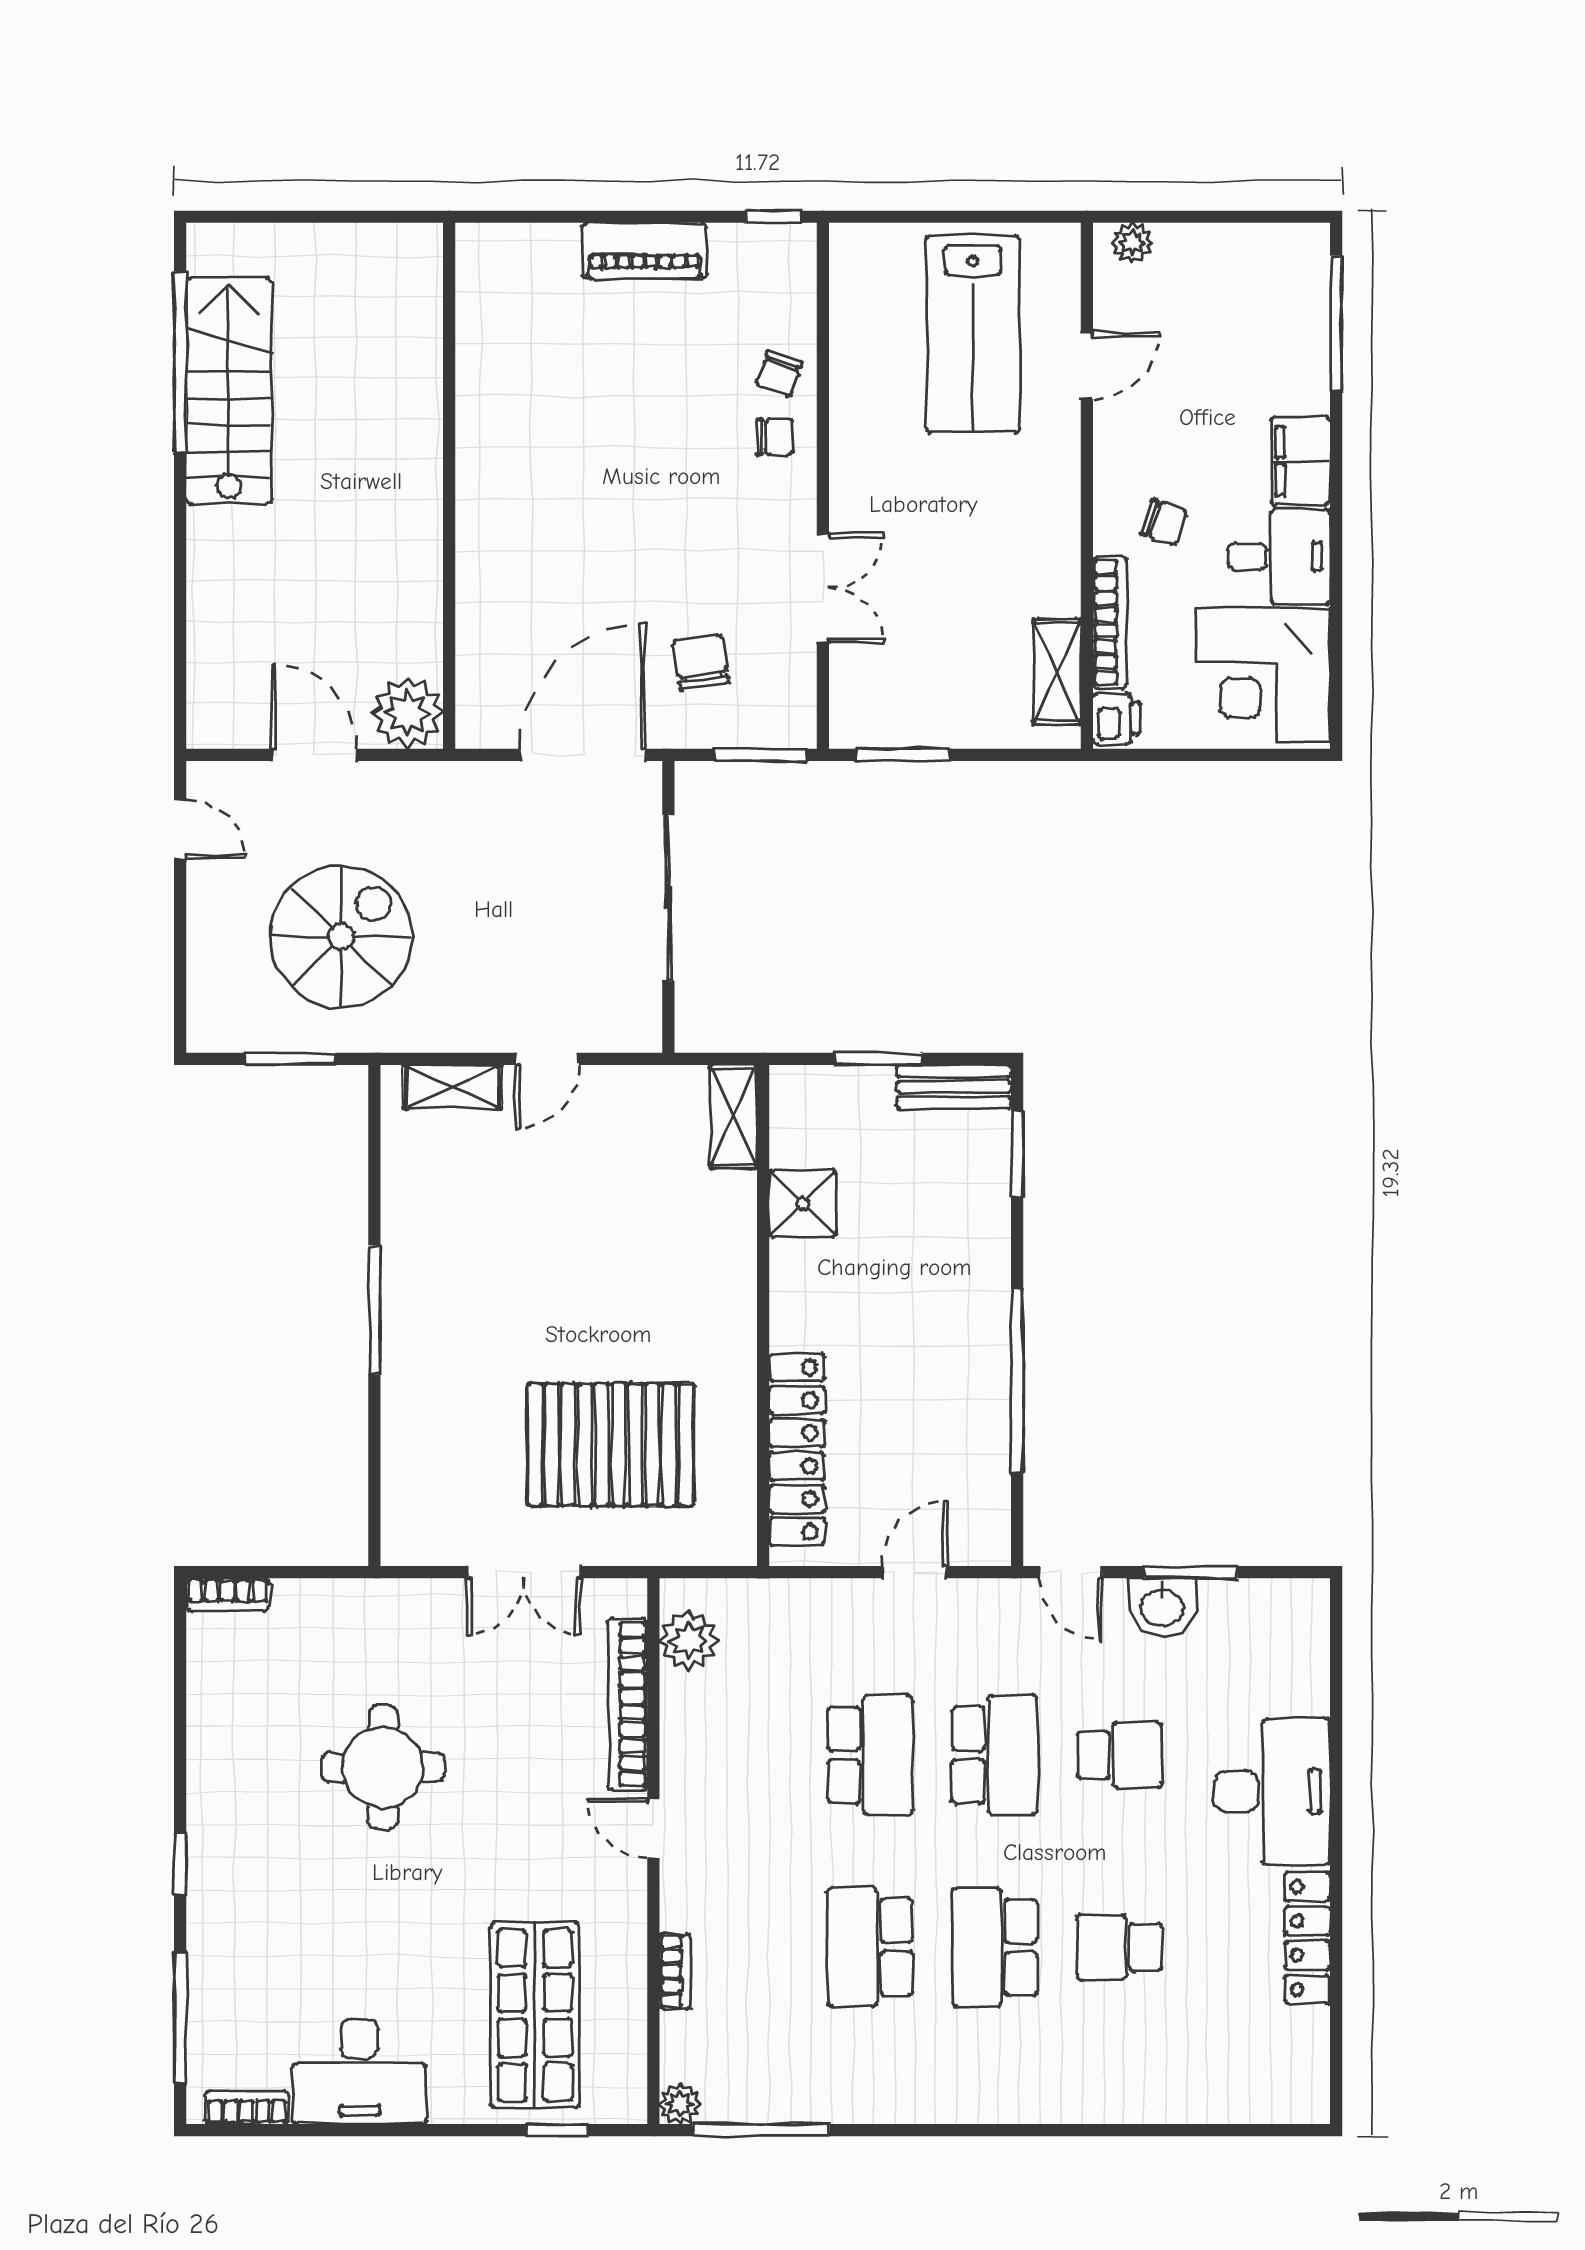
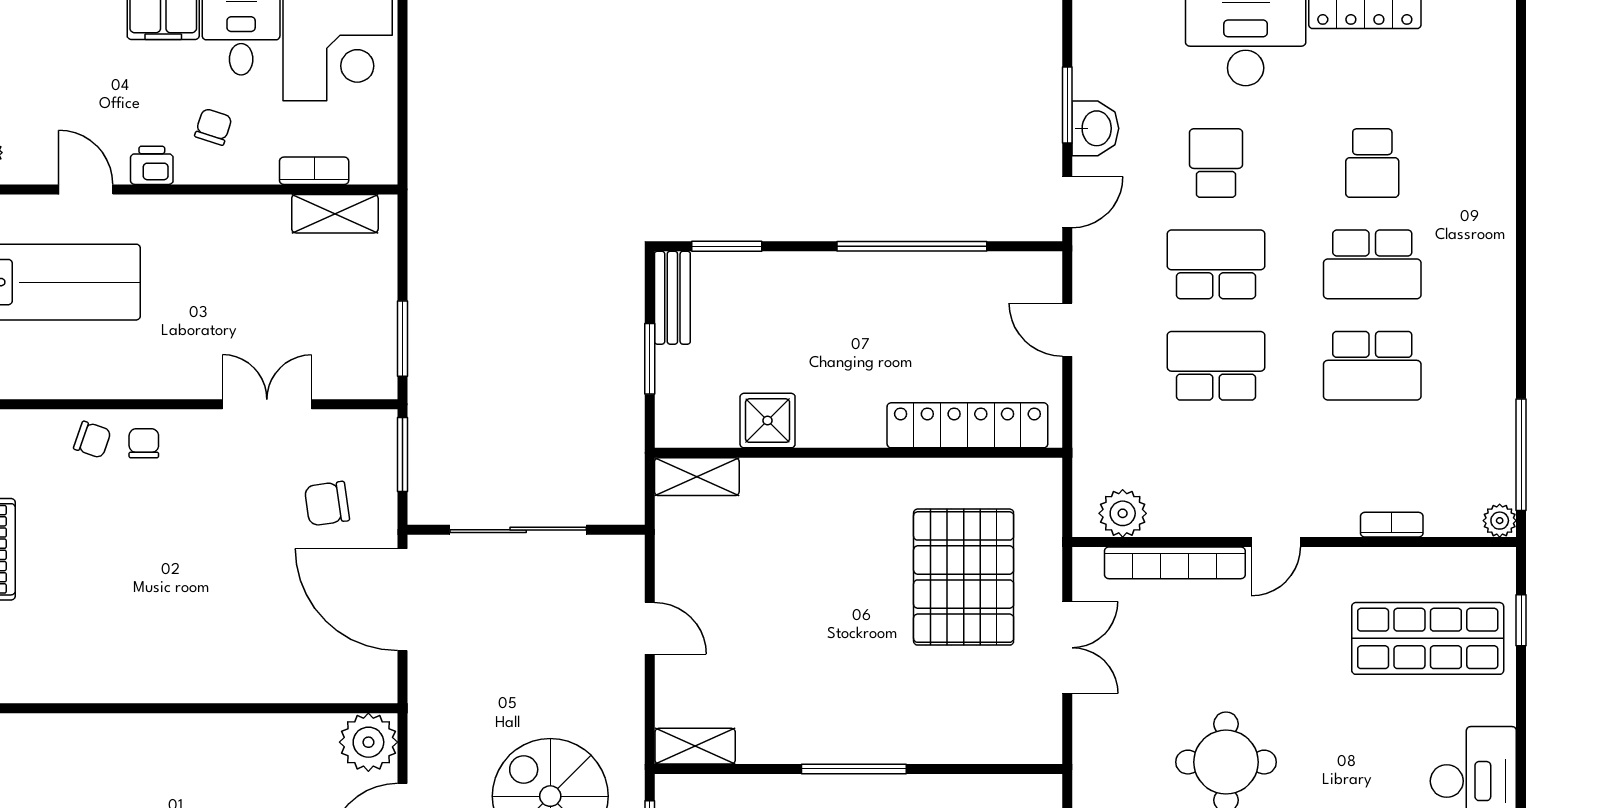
bookcase: (1110, 622) -> (314, 171), width x0.64
printer: (1117, 719) -> (152, 165), moved
shelving: (453, 1087) -> (695, 746), moved, turned 90

